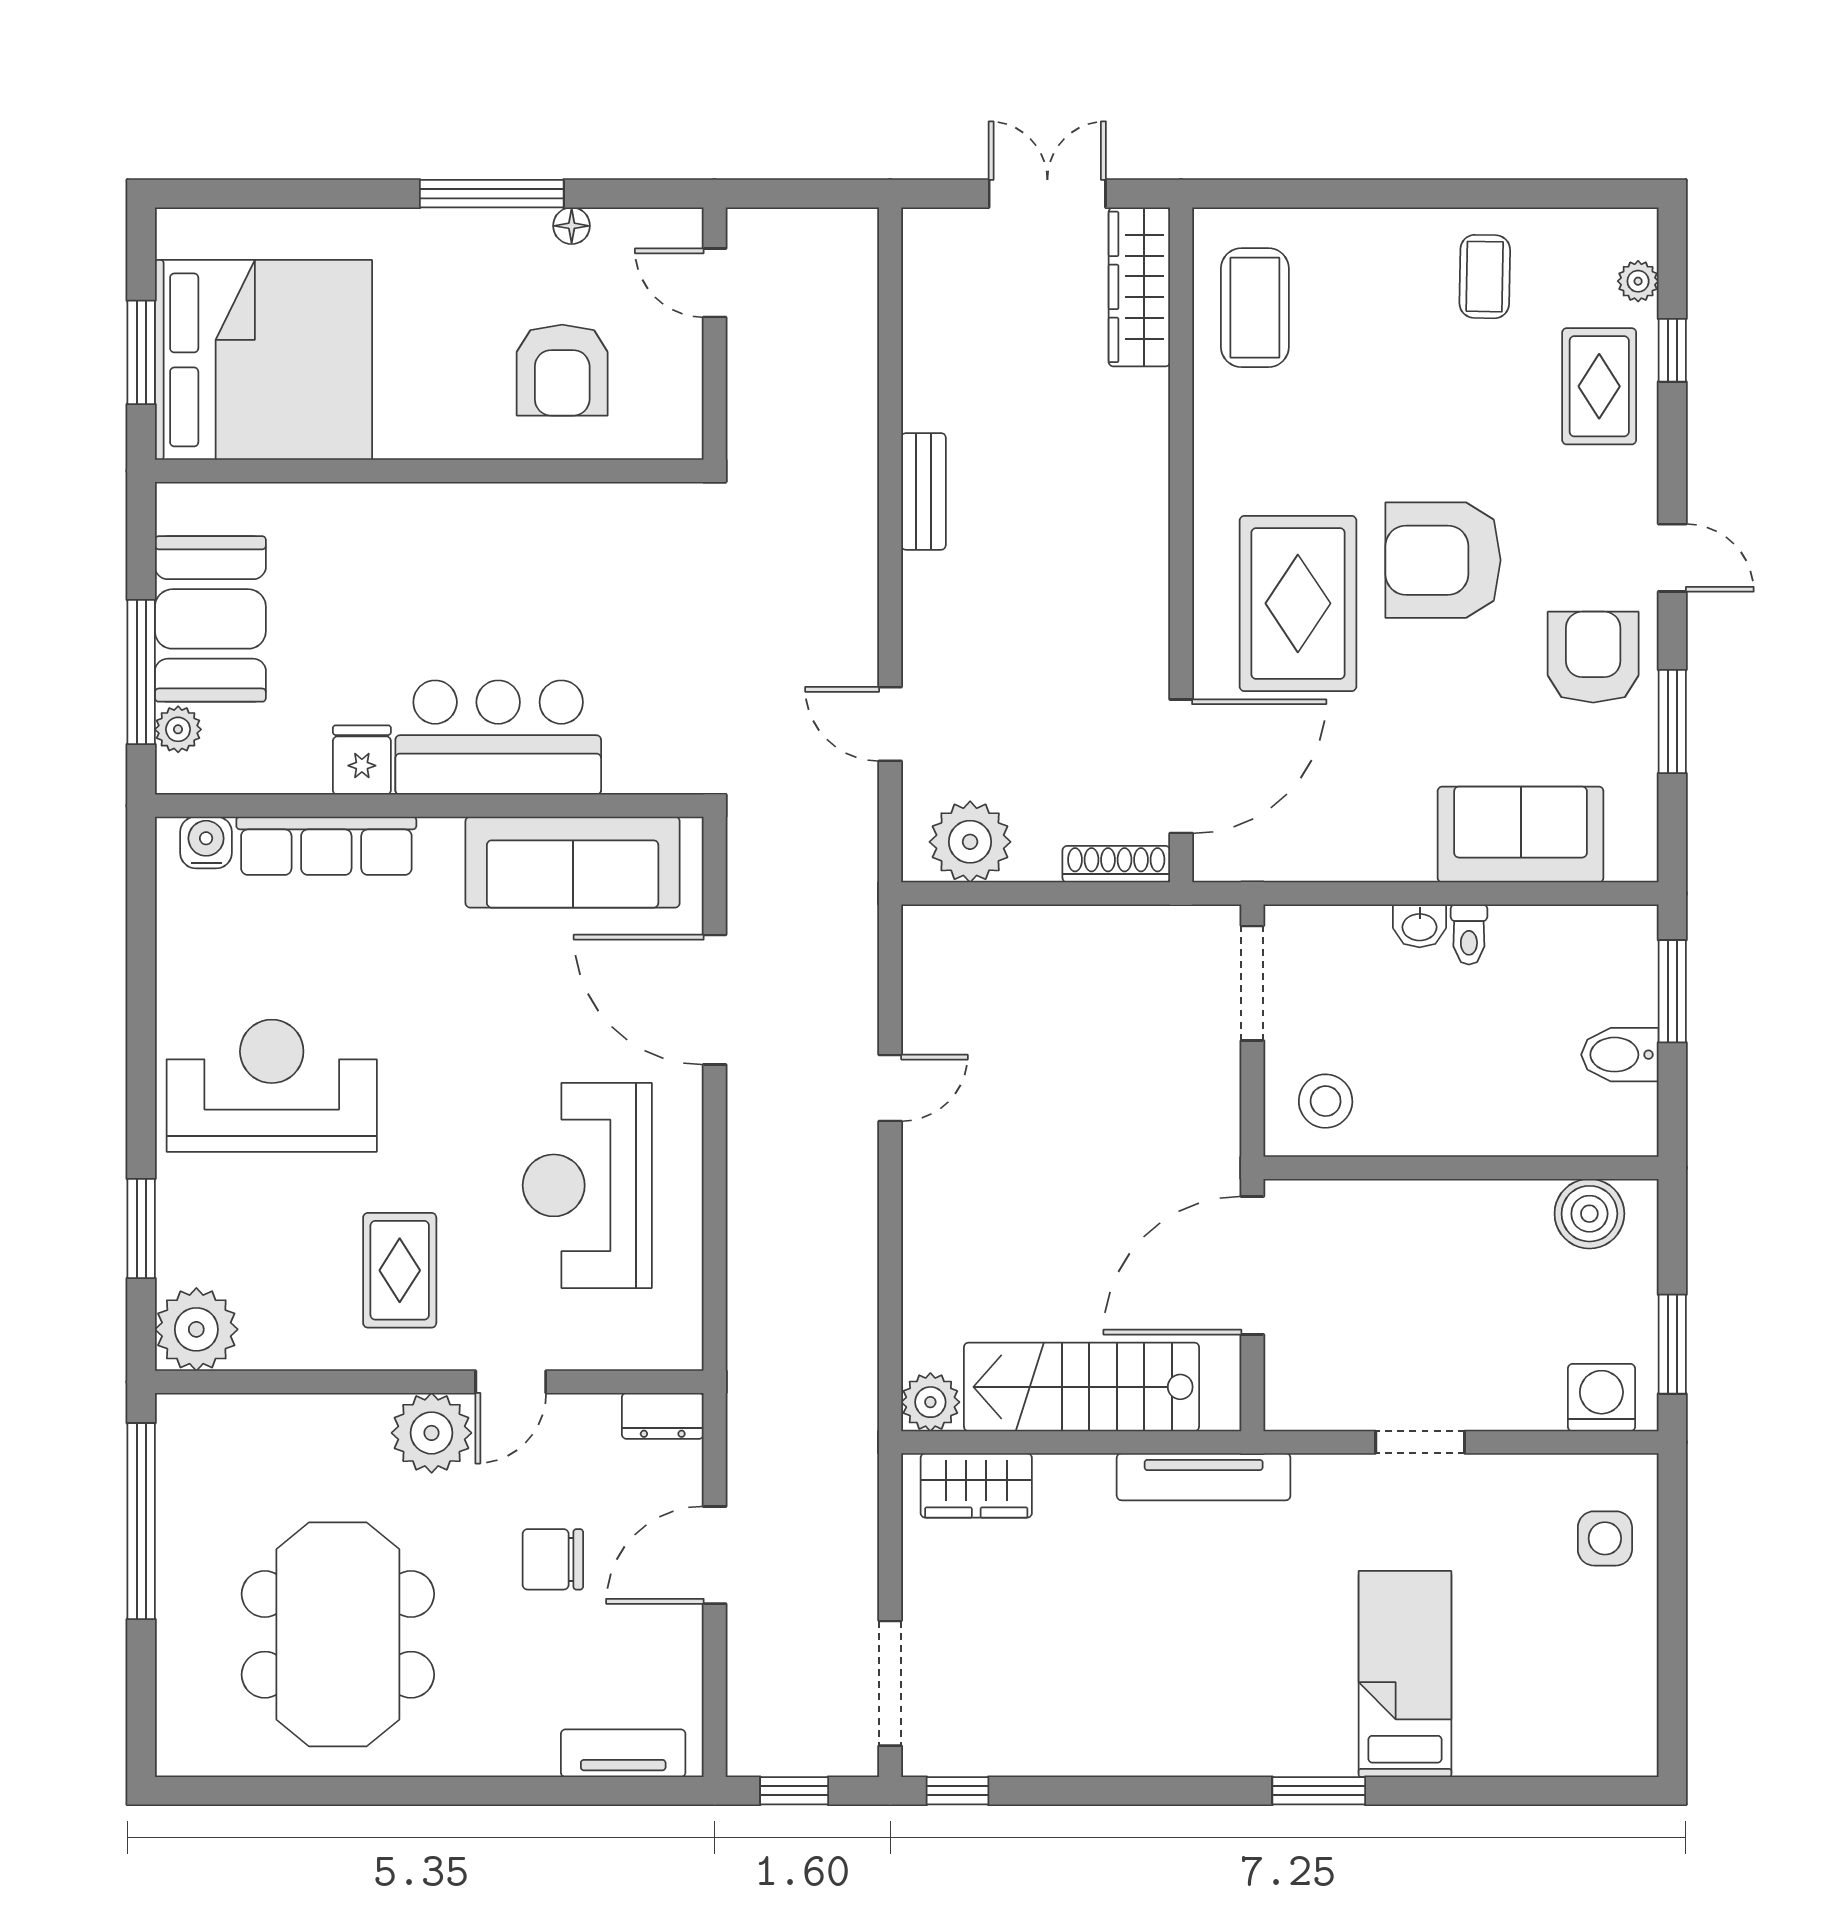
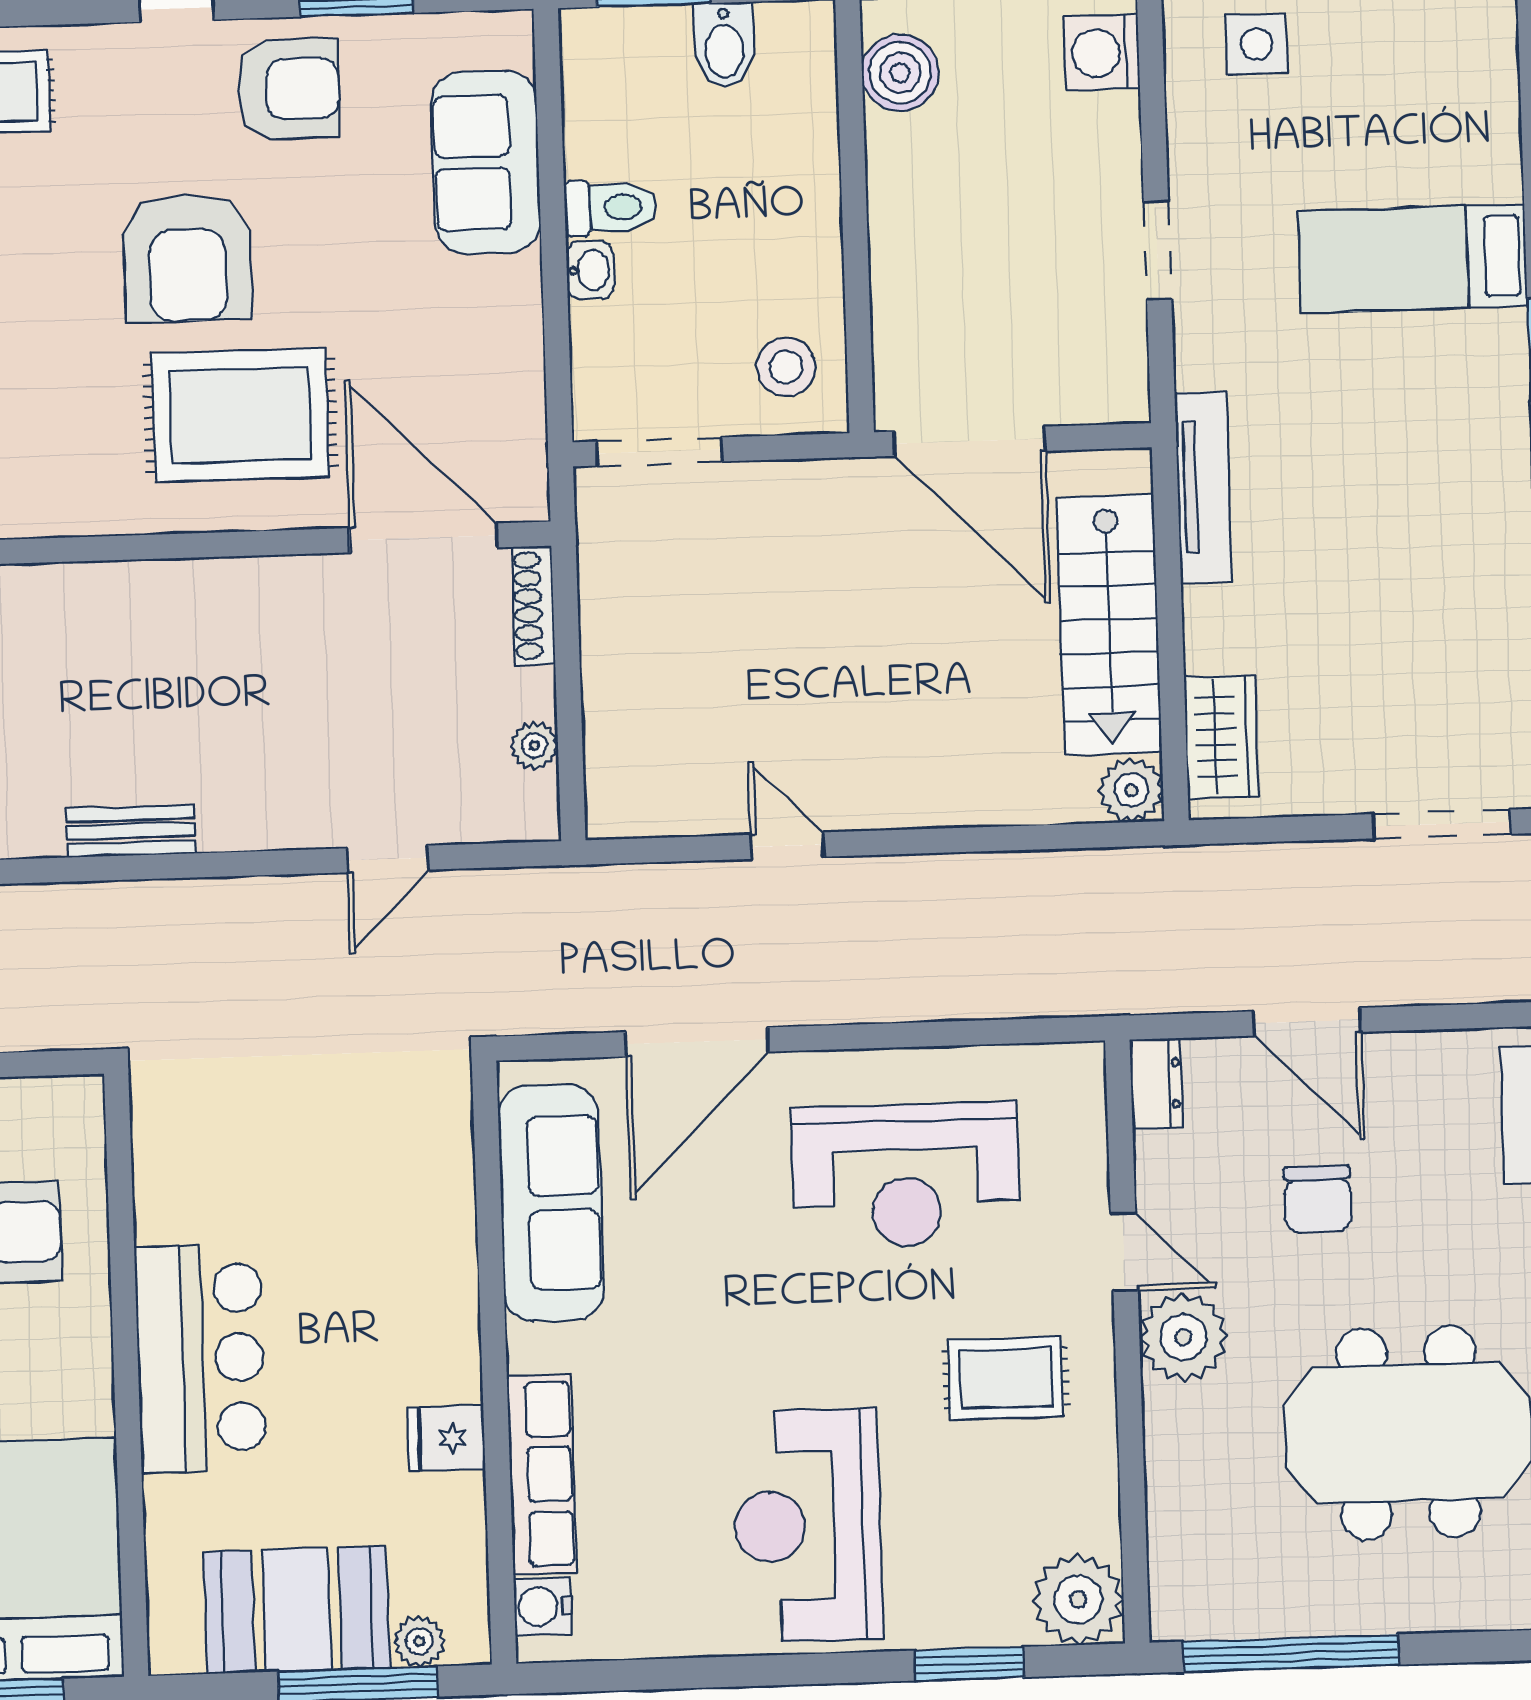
armchair: (1593, 657) -> (288, 89), turned 180
bar counter: (498, 738) -> (201, 1358), moved, turned 180
plant: (970, 842) -> (534, 745), width x0.53, depth x0.53
toilet: (1469, 934) -> (610, 207), width x1.37, depth x1.39

